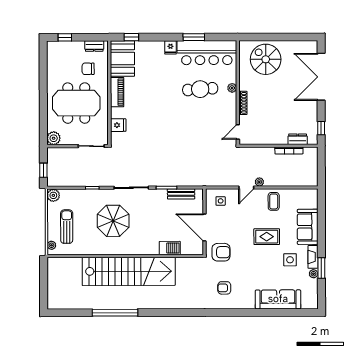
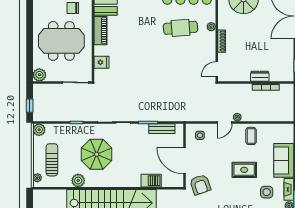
dresser: (298, 139) -> (260, 76), moved
plant: (94, 248) -> (78, 181), added
armchair: (221, 252) -> (200, 185), turned 71

